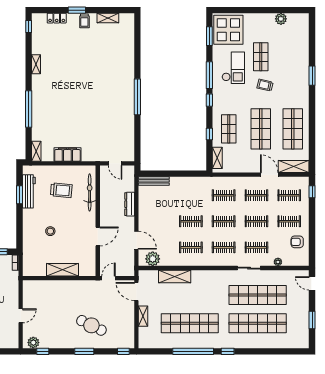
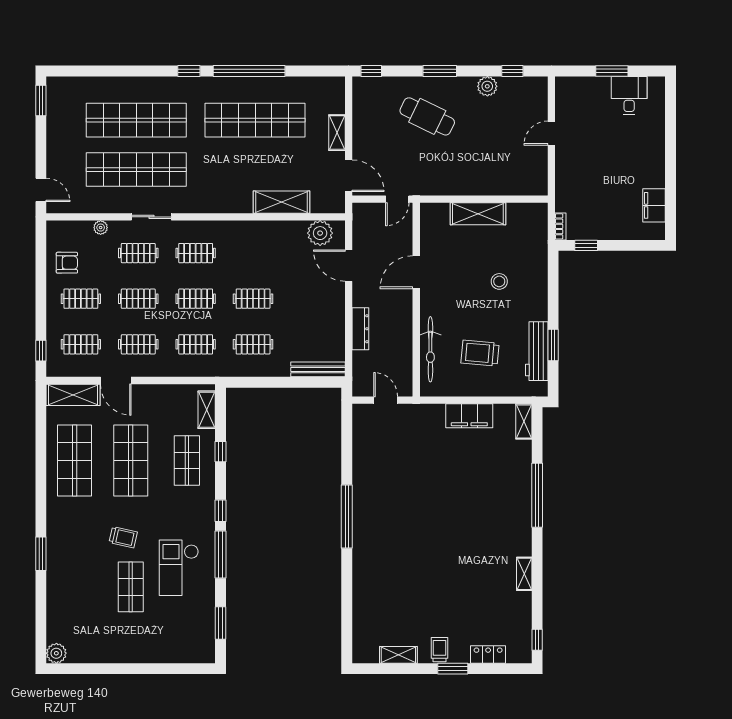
plant: (281, 19) -> (56, 653), moved
display table: (228, 30) -> (187, 634), removed
clothes rail: (191, 247) -> (253, 344), moved
window: (312, 320) -> (41, 101), moved
plant: (33, 343) -> (487, 86), moved

